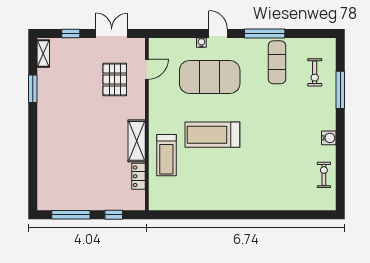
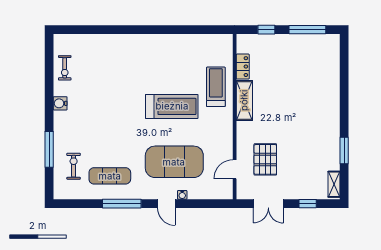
exercise mat: (277, 62) -> (110, 176), turned 90

